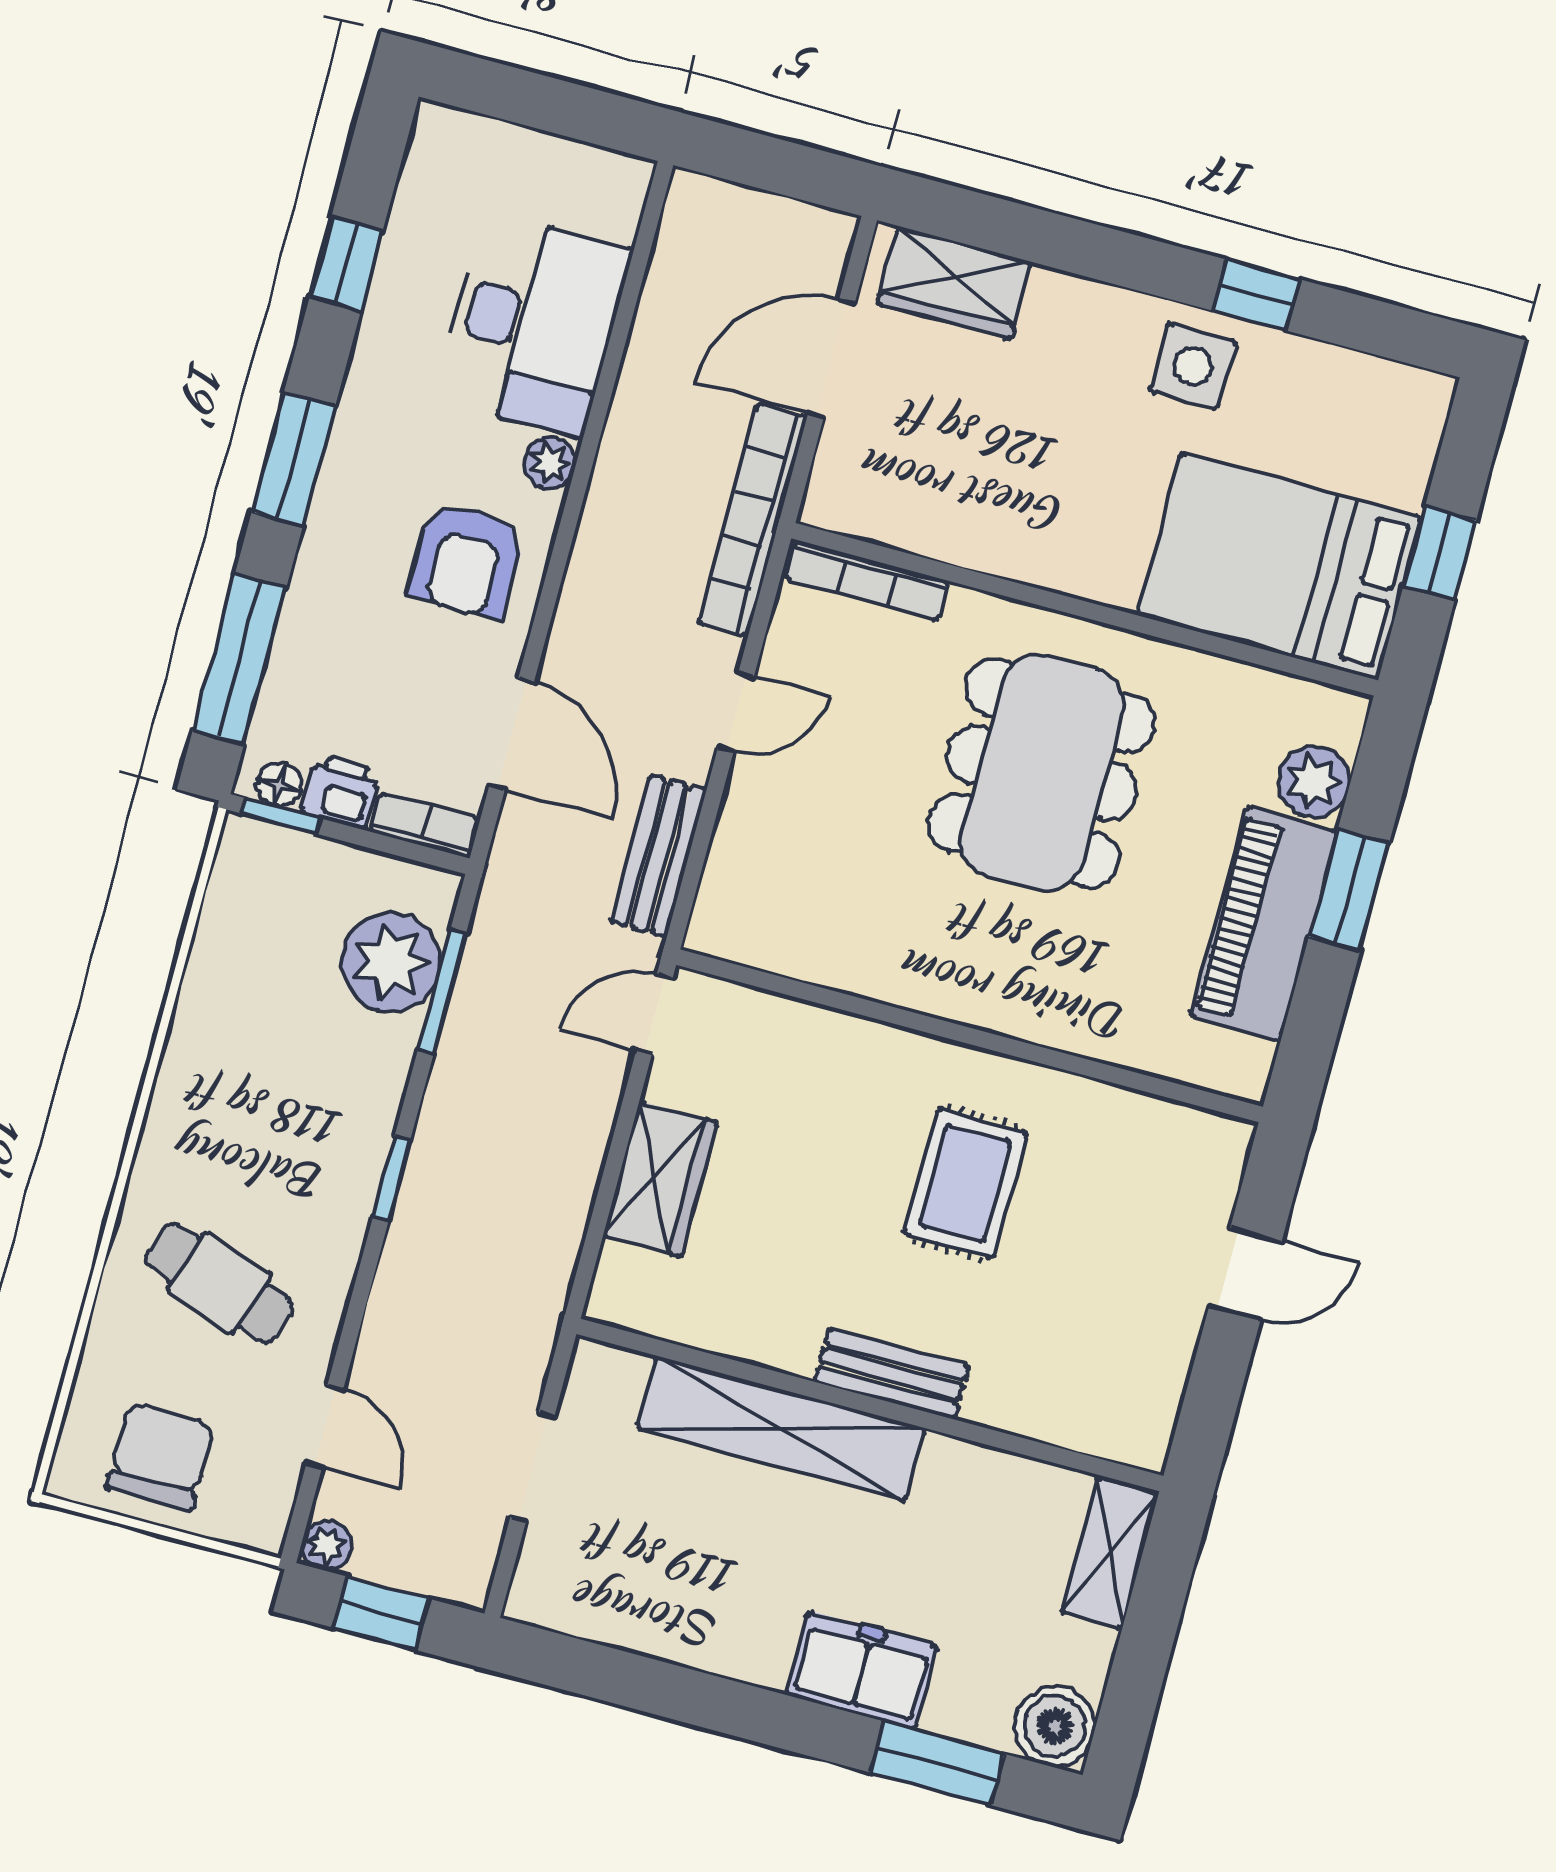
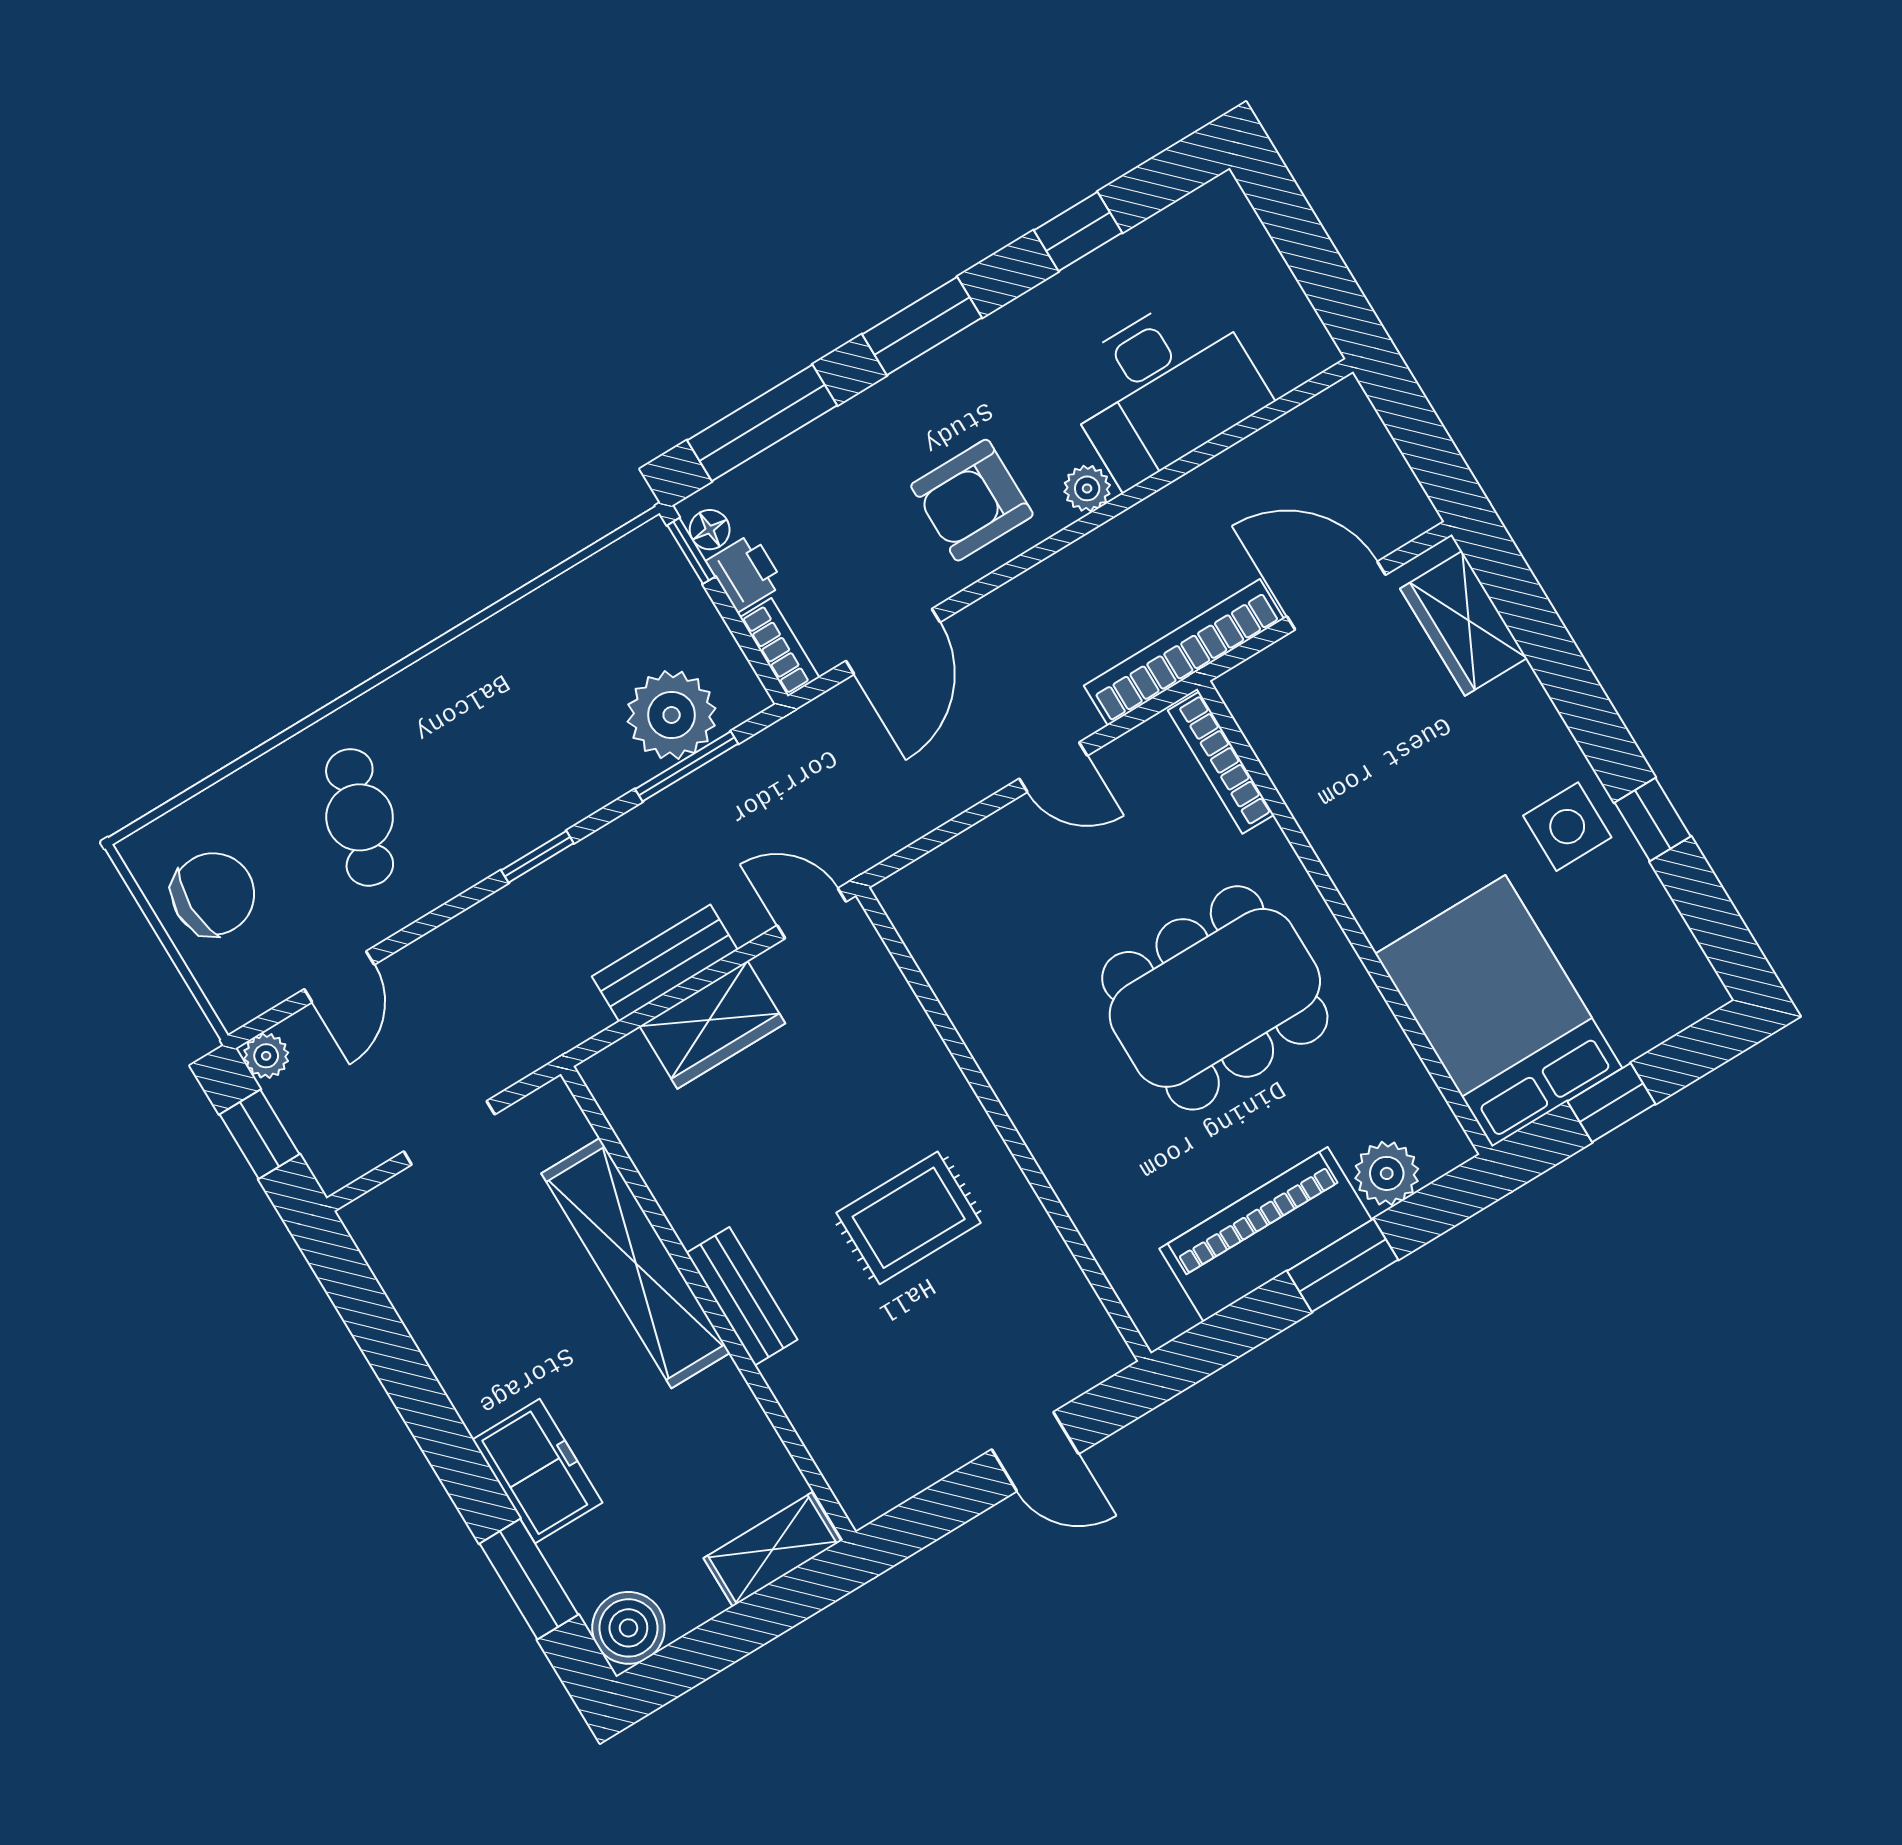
bench: (659, 856) -> (665, 963), moved

